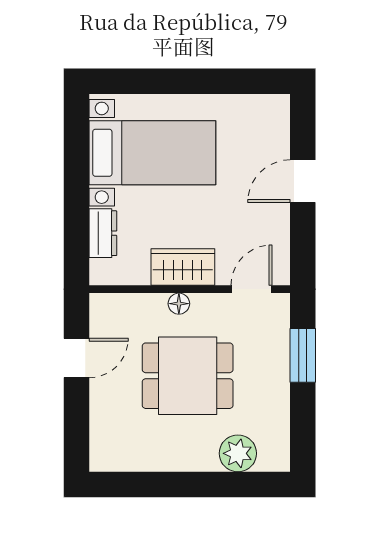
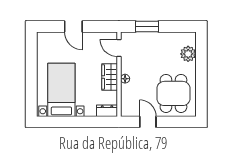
dresser: (103, 233) -> (107, 111), moved
dining table: (188, 376) -> (173, 93), moved

